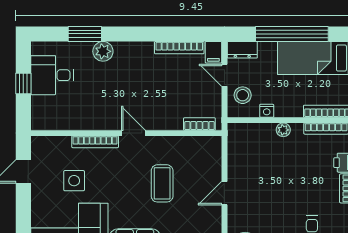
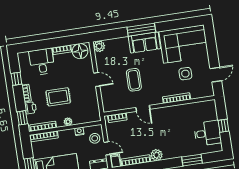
plant: (103, 51) -> (157, 155), moved
door: (133, 133) -> (143, 108), moved
rug: (293, 174) -> (58, 97), added
door: (224, 193) -> (97, 80), hinge flipped

